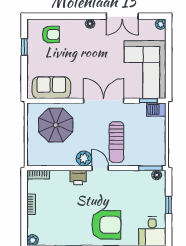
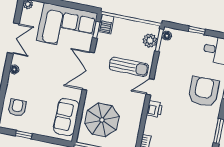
plant: (84, 158) -> (150, 41), moved

